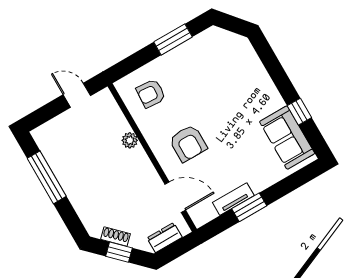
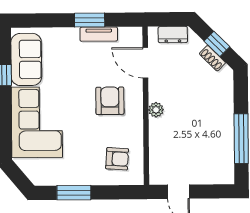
corner sofa: (244, 85) -> (37, 122), added
plant: (130, 140) -> (156, 110), moved

